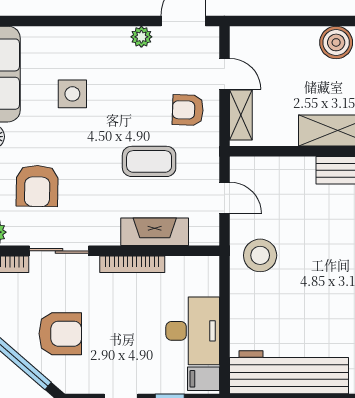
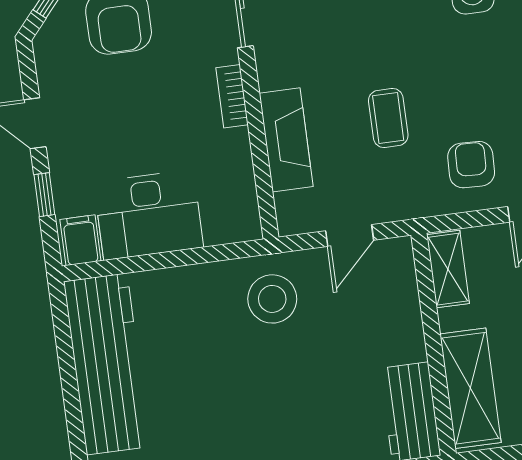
shelving: (241, 115) -> (448, 269), moved, turned 90
coffee table: (149, 161) -> (388, 118), width x0.73, depth x0.77
bookcase: (132, 264) -> (232, 96), width x0.64

